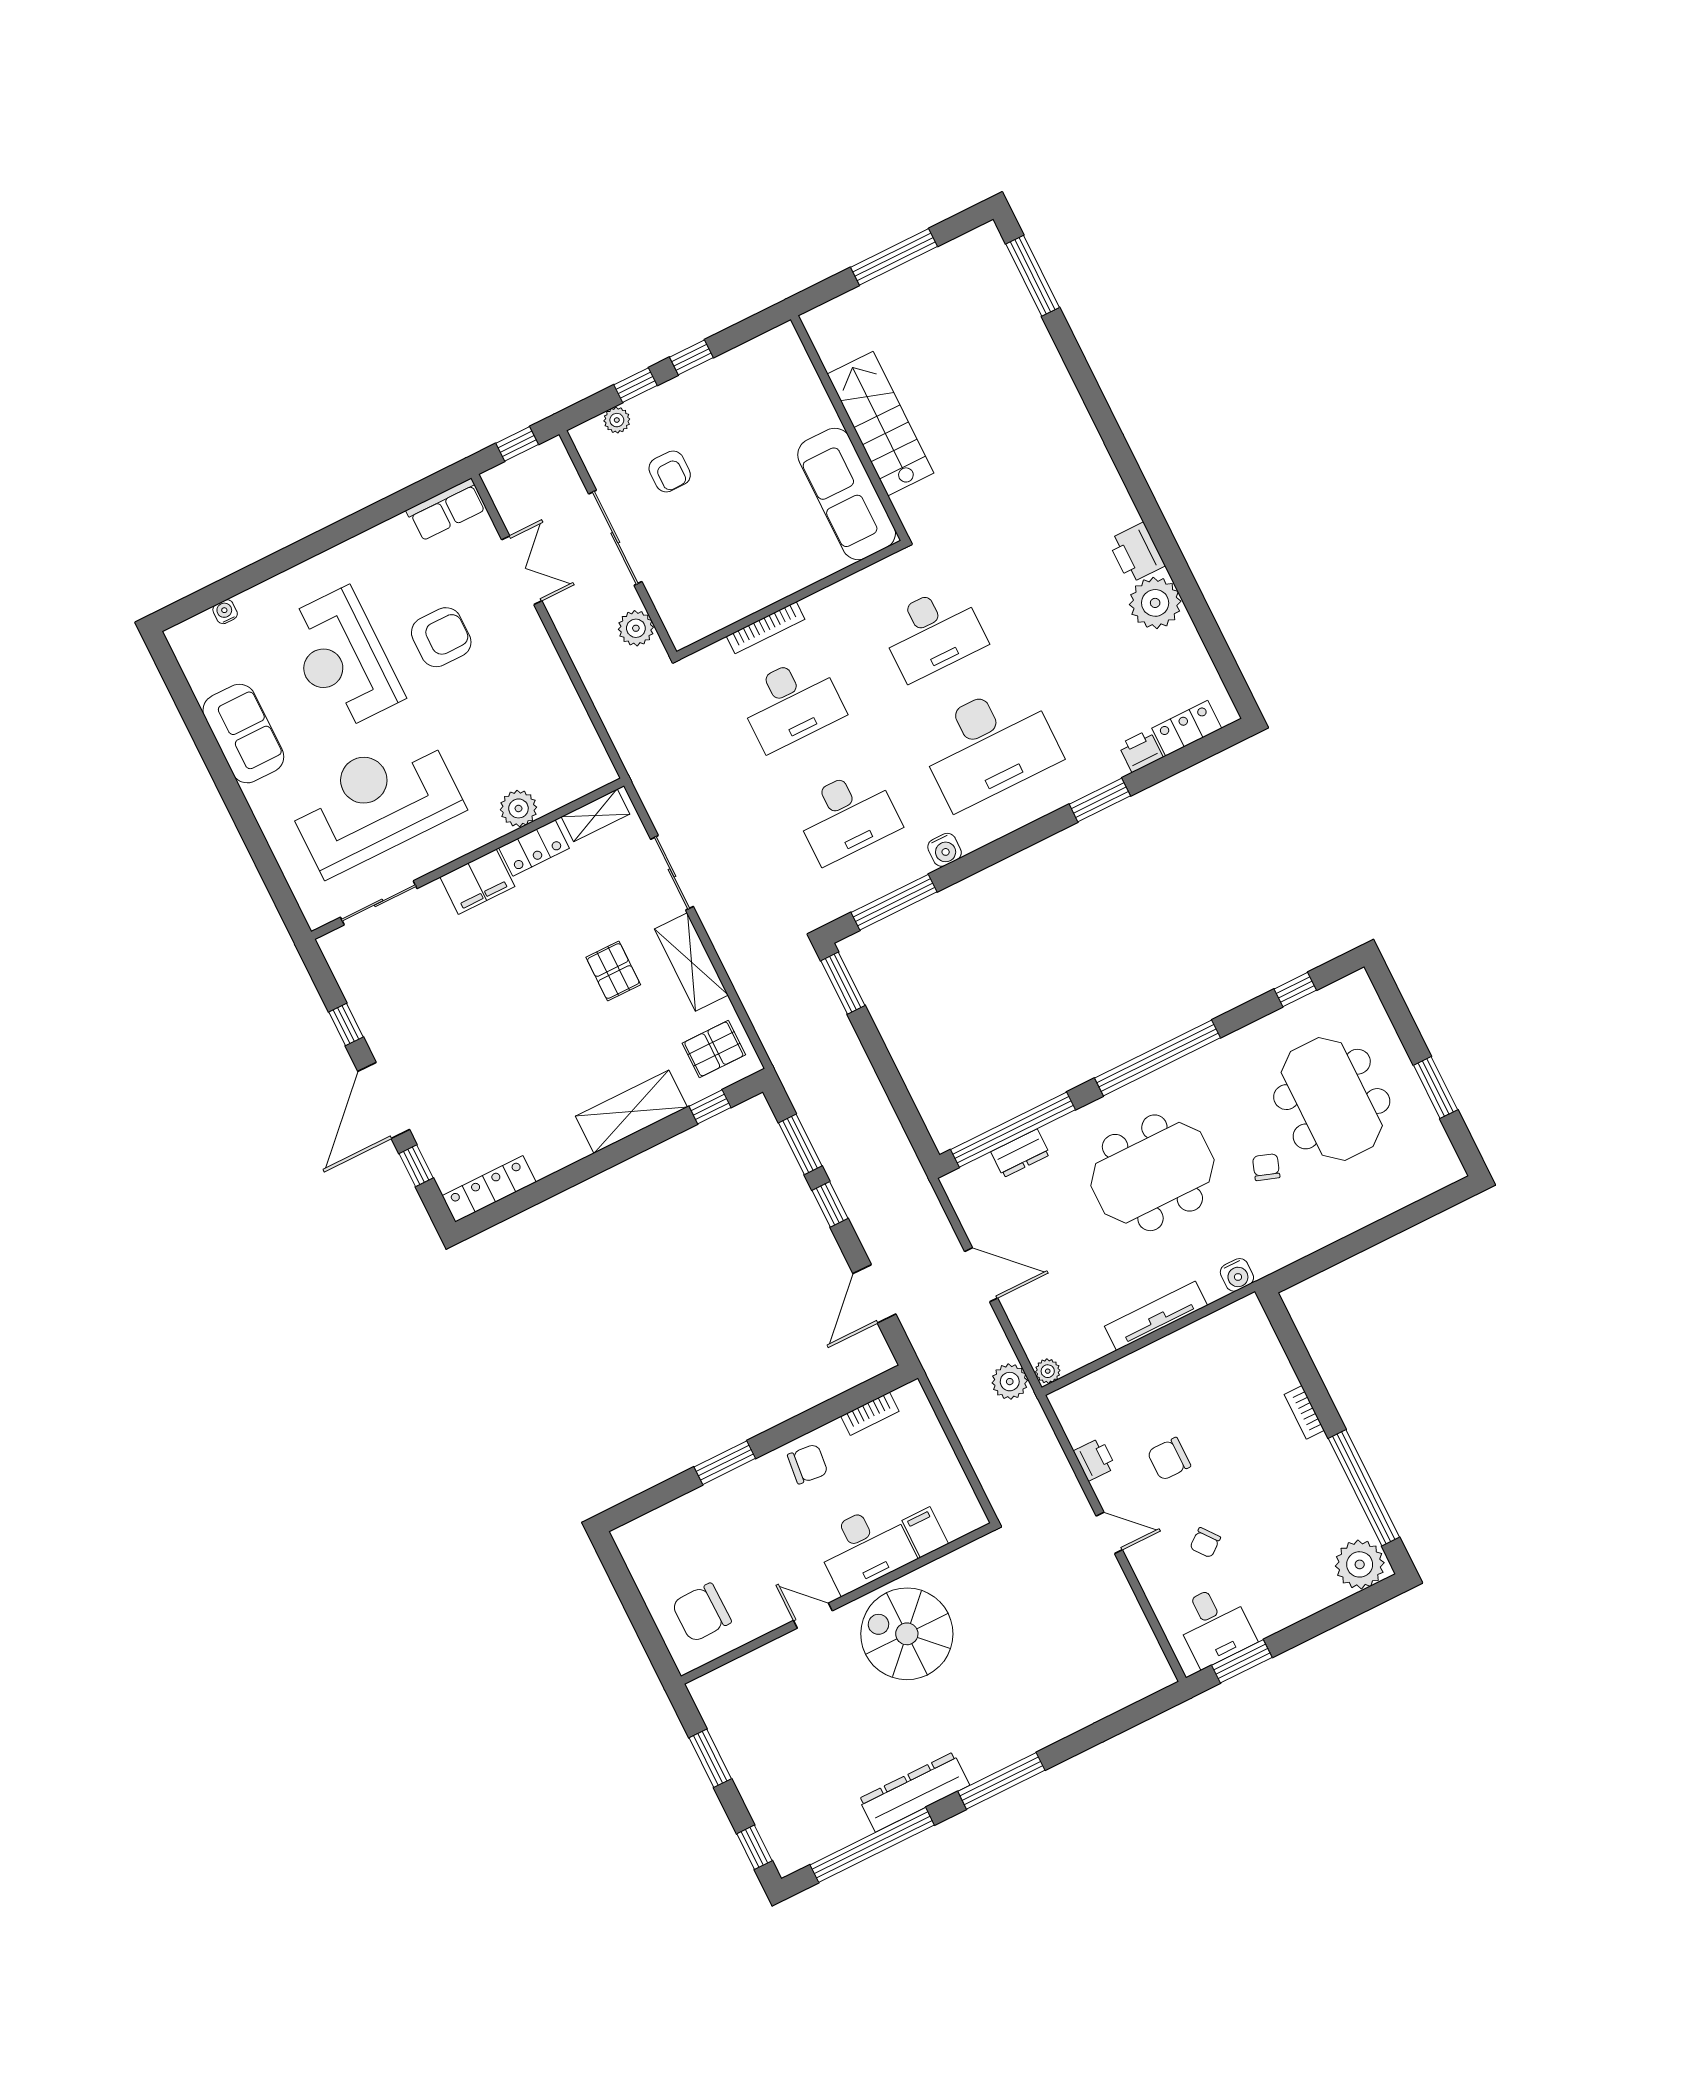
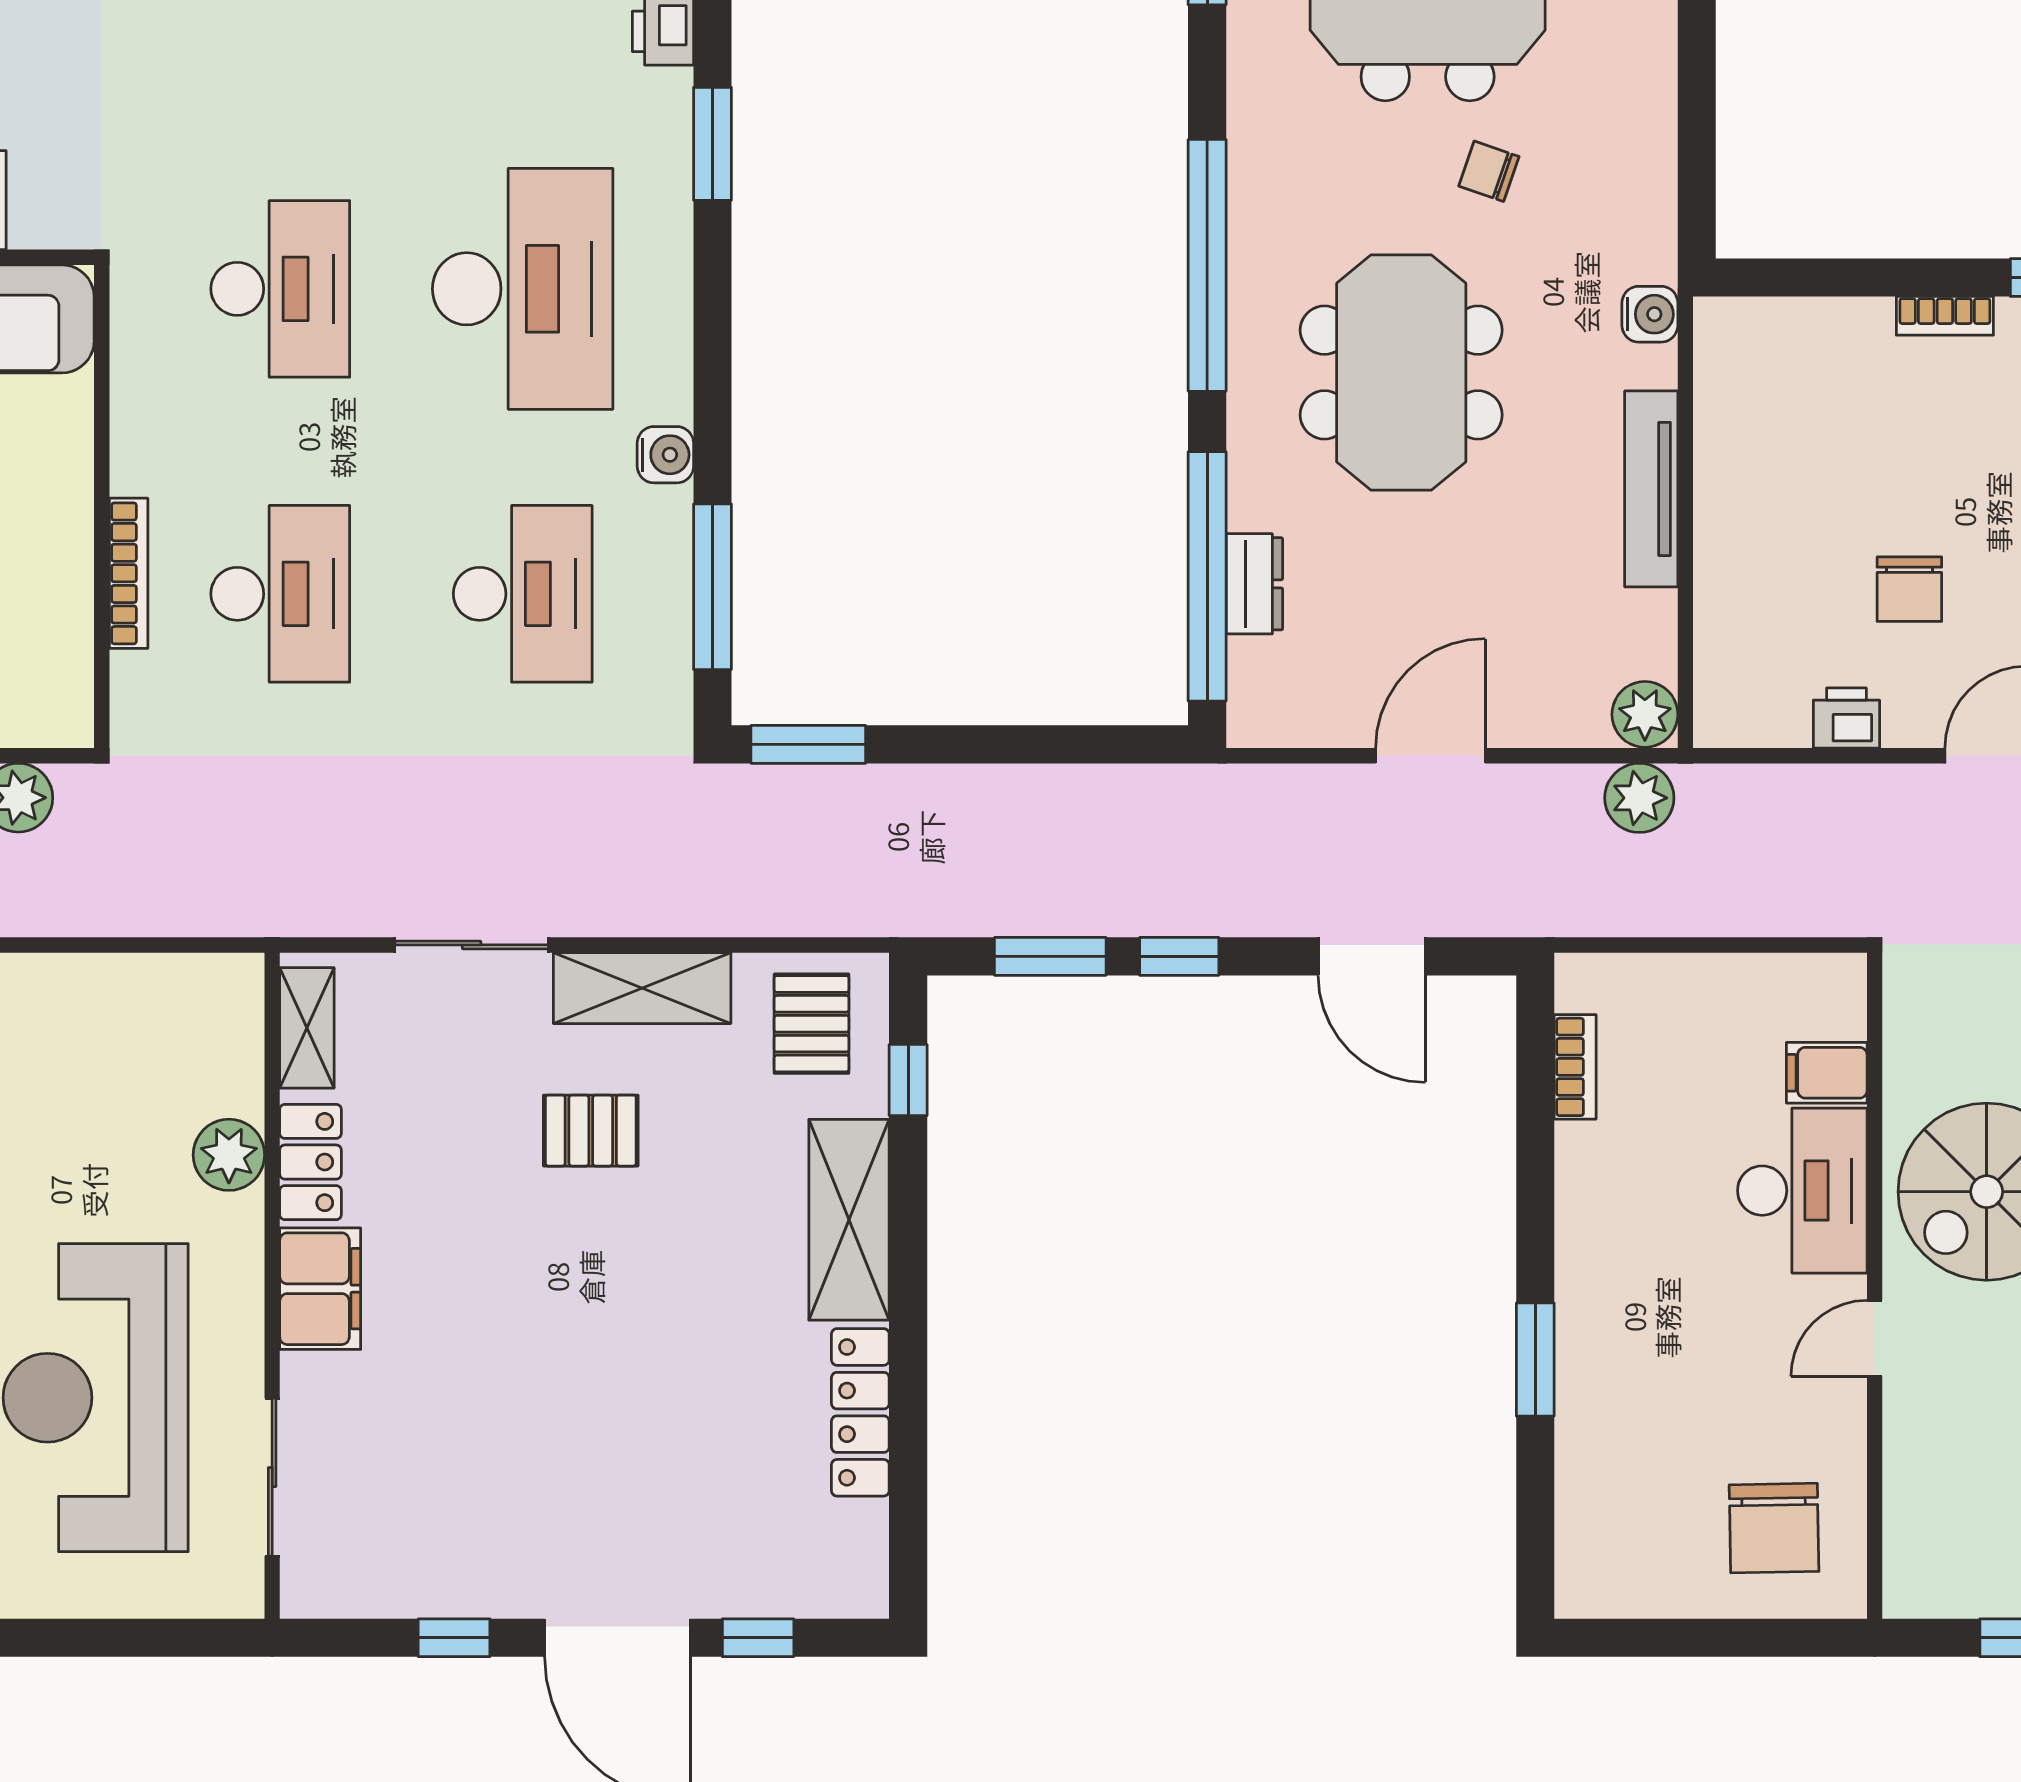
locker: (489, 1189) -> (860, 1412), moved
plant: (1048, 1371) -> (1645, 714), width x1.38, depth x1.38
chair: (808, 1464) -> (1608, 1217), removed

